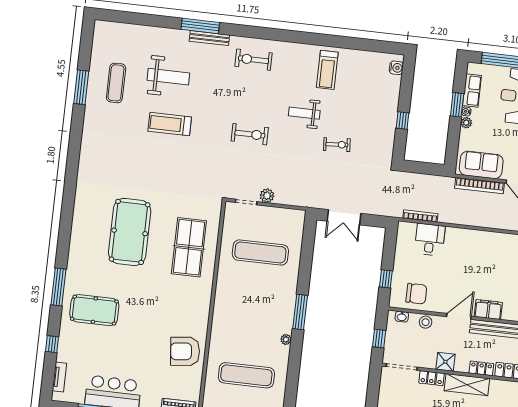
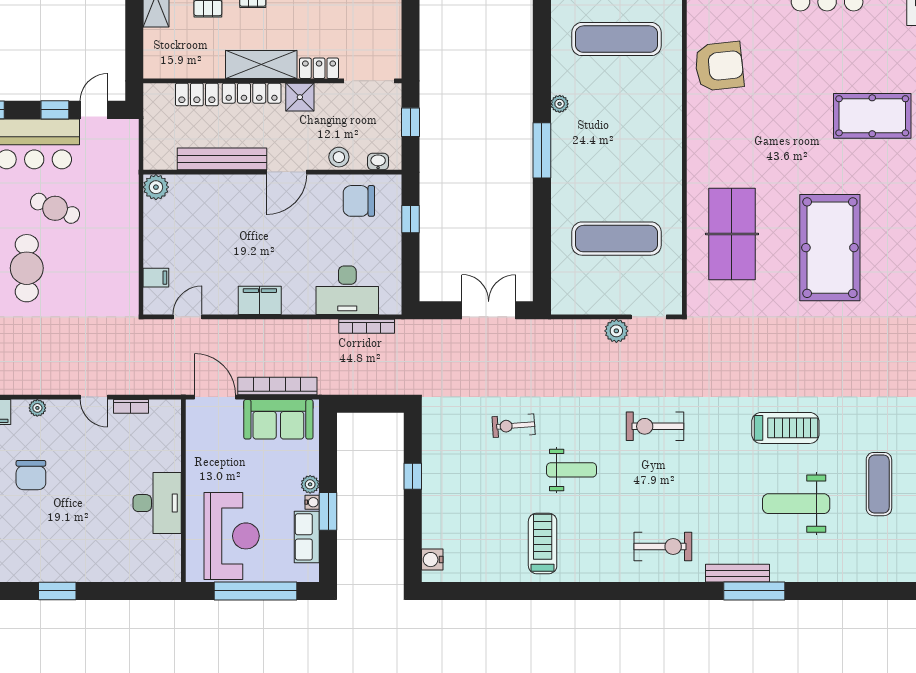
desk: (430, 239) -> (347, 290), width x1.37
filing cabinet: (488, 310) -> (260, 300), moved, turned 180
locker: (481, 368) -> (252, 93), width x1.53

